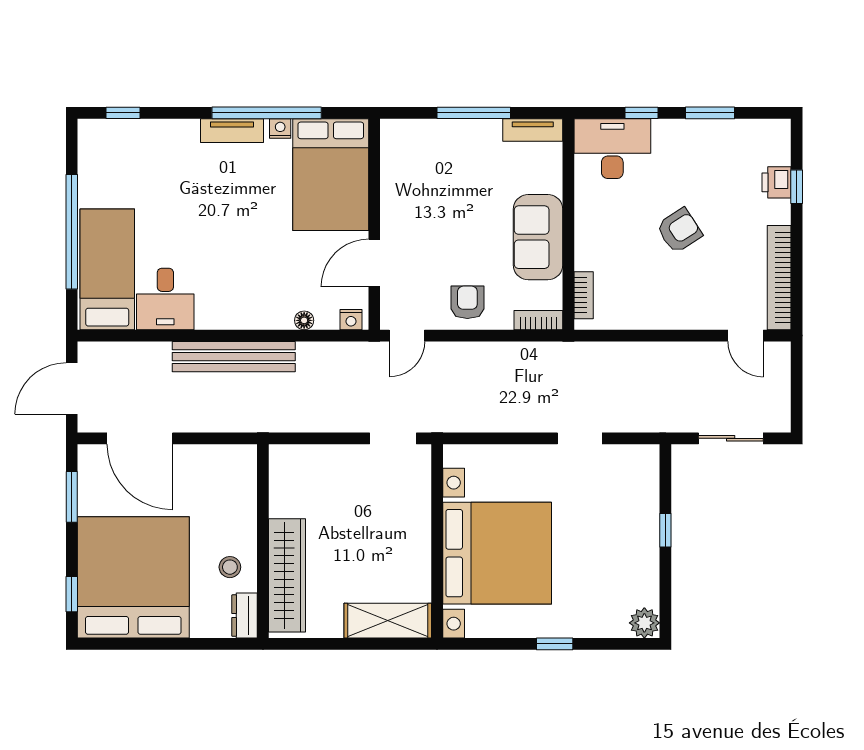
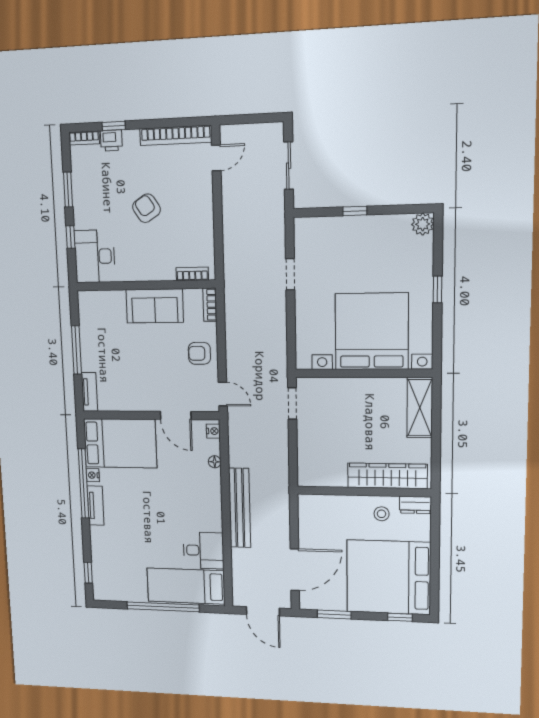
tv unit: (533, 130) -> (89, 392), moved
bookcase: (782, 141) -> (84, 138), added

